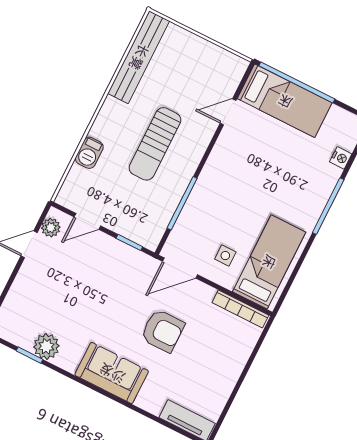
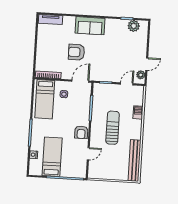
bed: (285, 101) -> (52, 157), moved, turned 90
armchair: (223, 162) -> (81, 132), added
plant: (46, 346) -> (134, 26), moved

